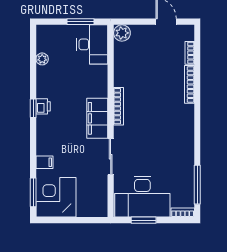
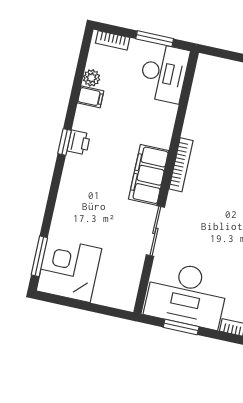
bookcase: (51, 29) -> (113, 40), added
plant: (122, 33) -> (208, 66), removed
filing cabinet: (44, 162) -> (91, 97), moved

